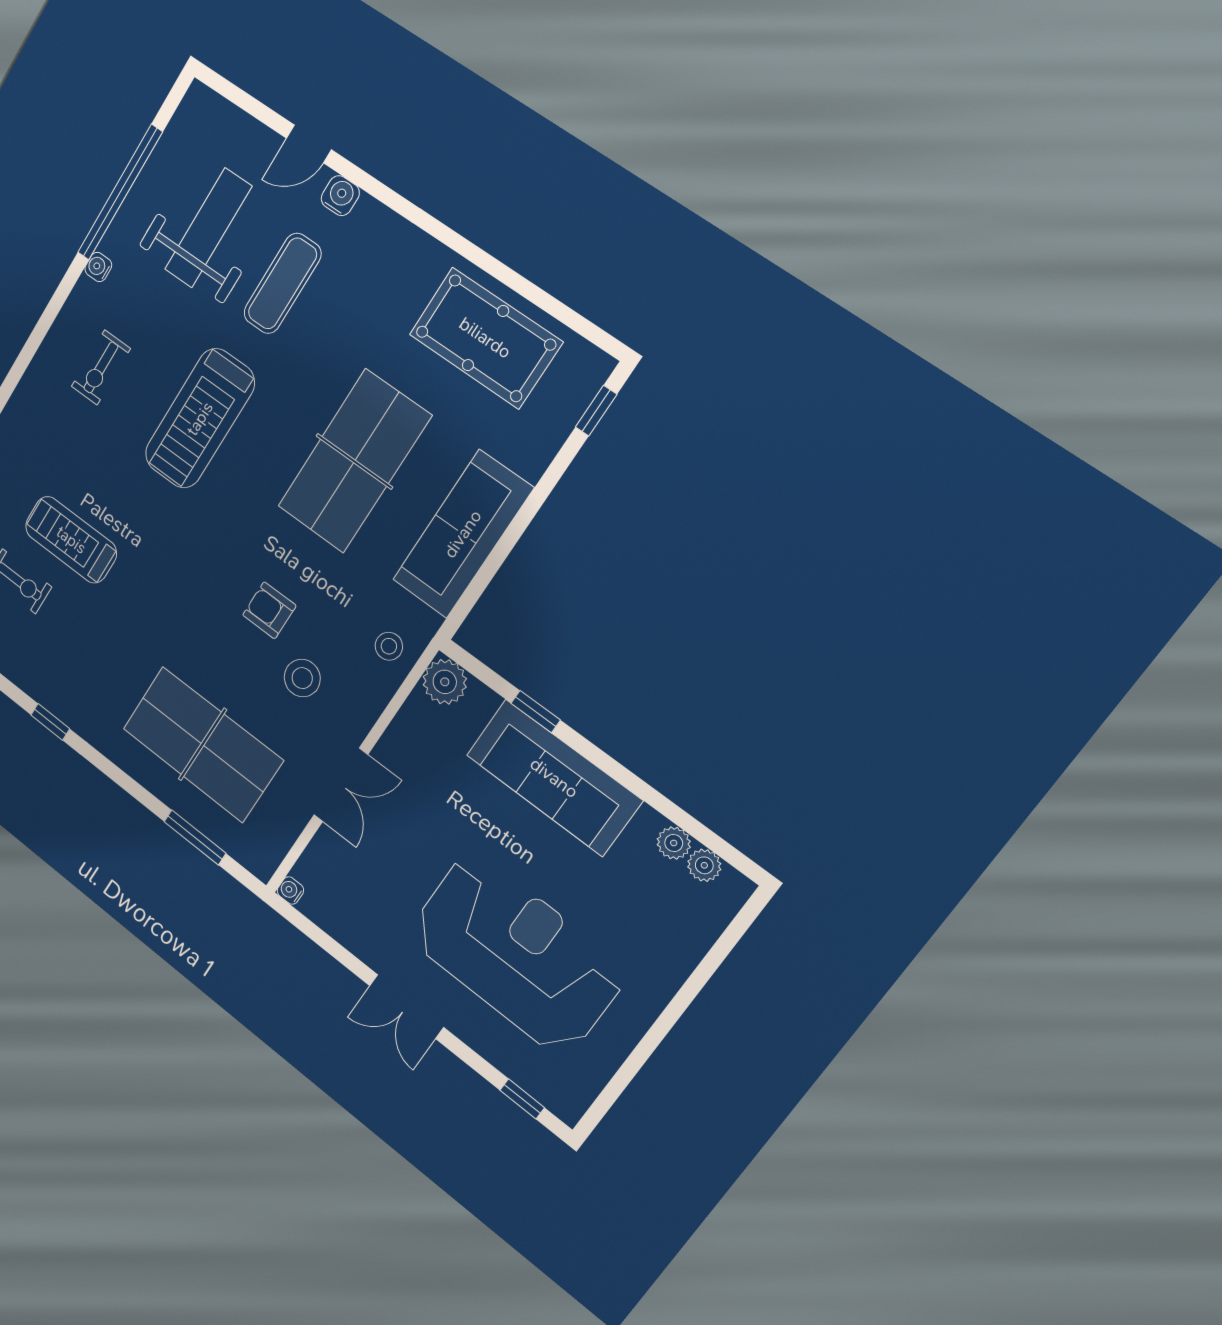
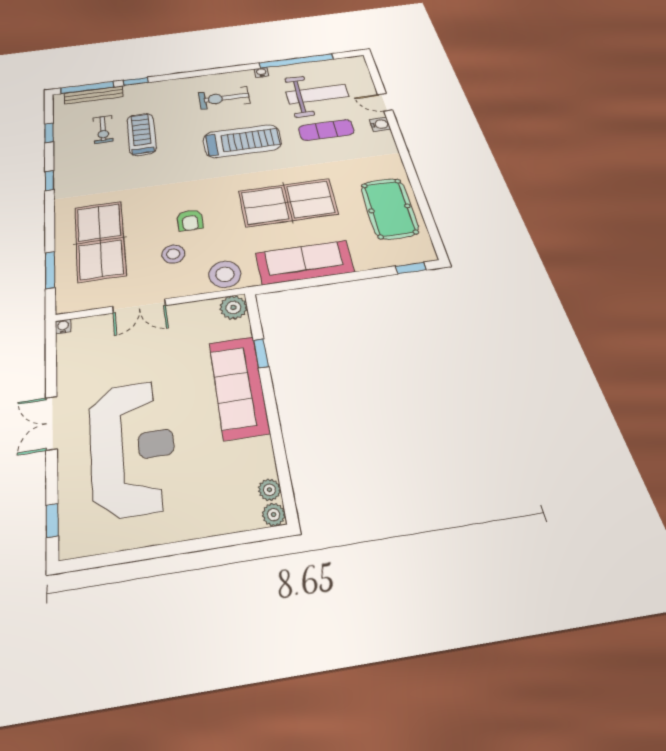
exercise bike: (101, 367) -> (224, 98), width x1.38, depth x1.39
treadmill: (200, 419) -> (242, 141), turned 180
armchair: (269, 610) -> (190, 220), turned 180
stool: (389, 646) -> (225, 274), width x1.89, depth x1.89
plant: (674, 843) -> (274, 515), moved

